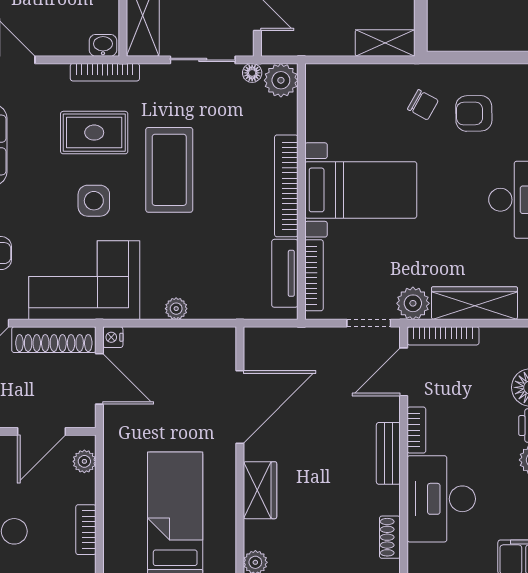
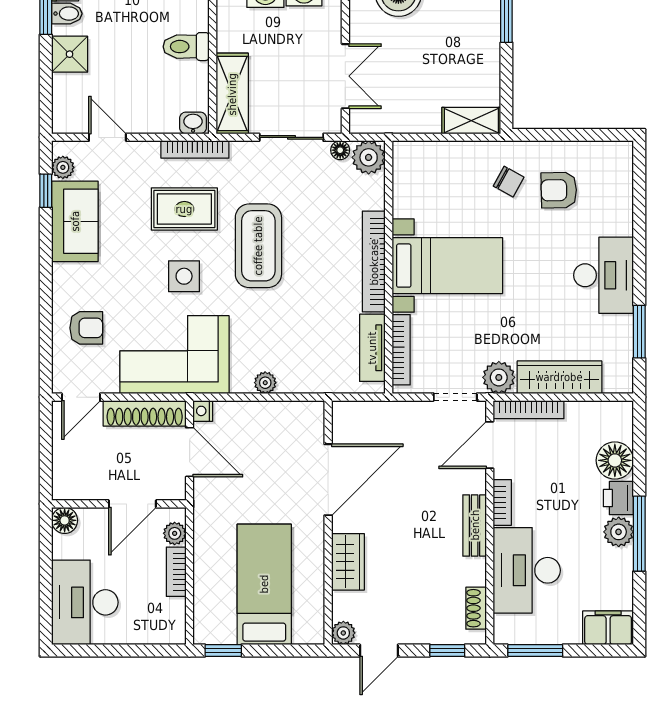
bookcase: (86, 530) -> (176, 572), moved

